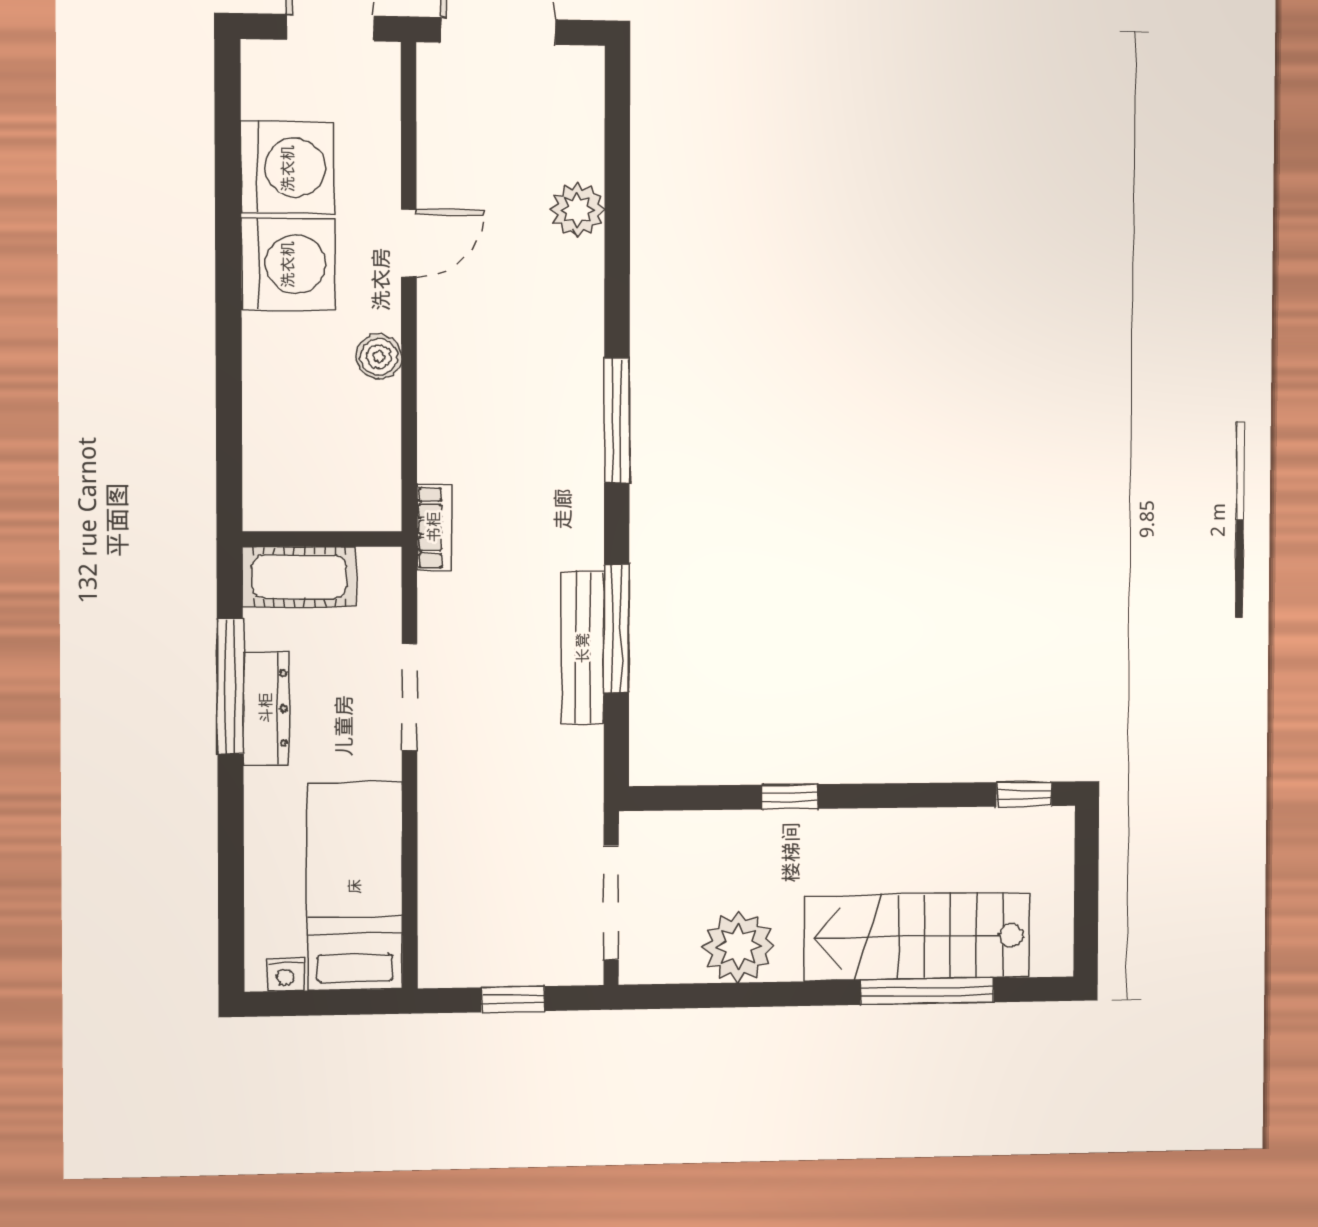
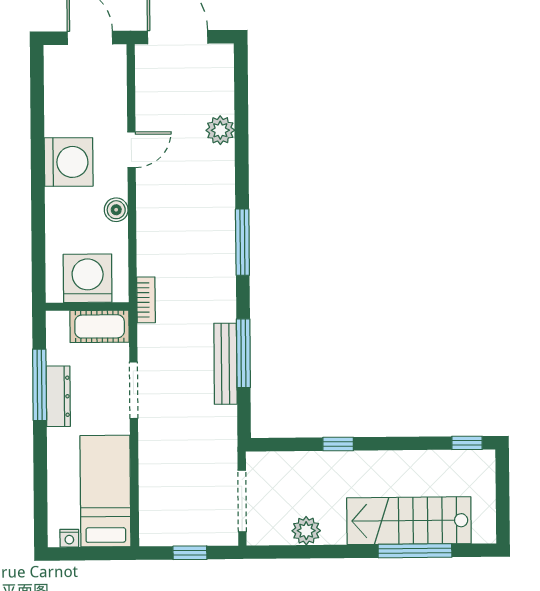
washing machine: (288, 168) -> (88, 278), moved, turned -90
cot: (299, 577) -> (100, 326), moved
plant: (739, 947) -> (306, 531), width x0.73, depth x0.73

